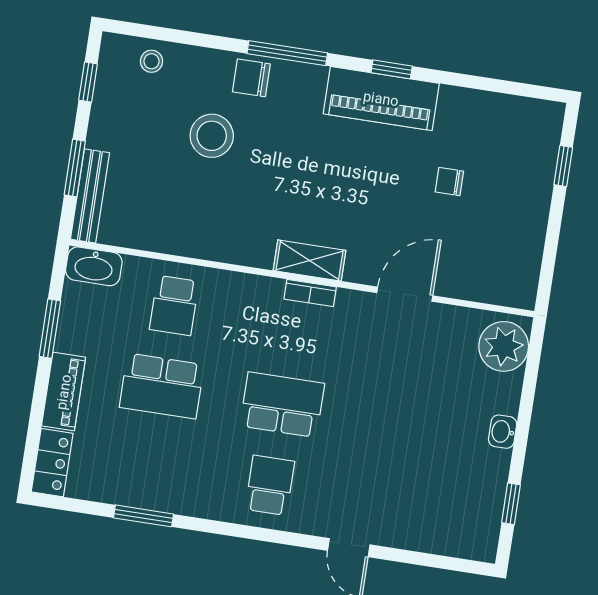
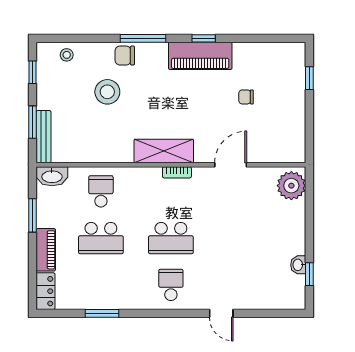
shelving: (309, 260) -> (164, 151), width x1.50, depth x1.33
school desk: (174, 305) -> (101, 191), turned 180
school desk: (282, 405) -> (171, 238), turned 180
washbasin: (503, 432) -> (298, 265), moved

